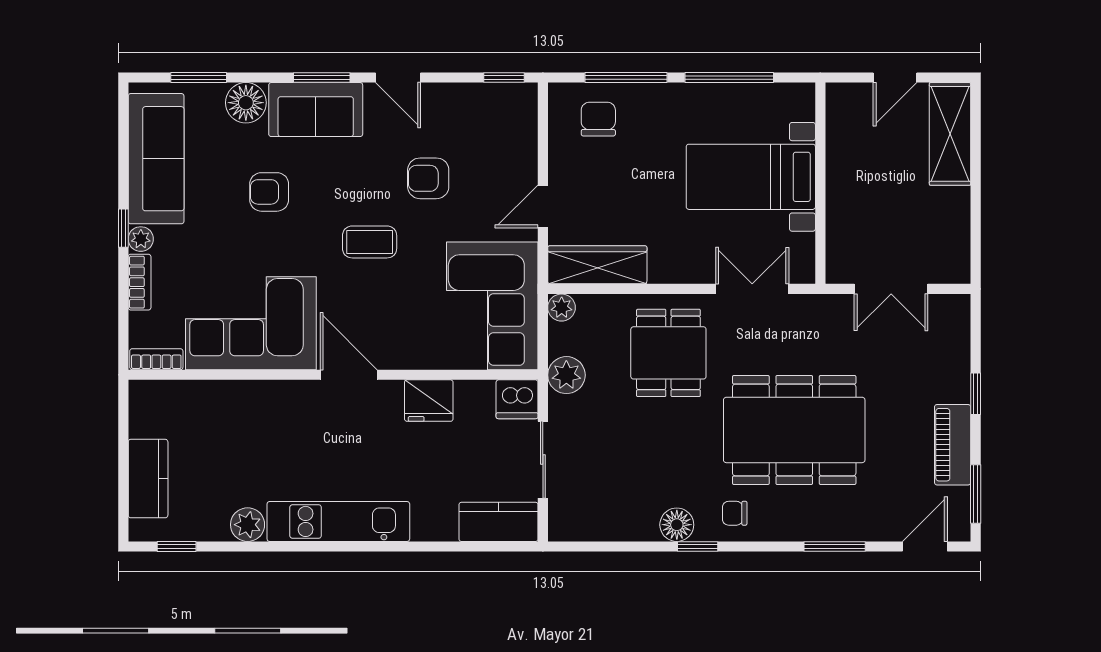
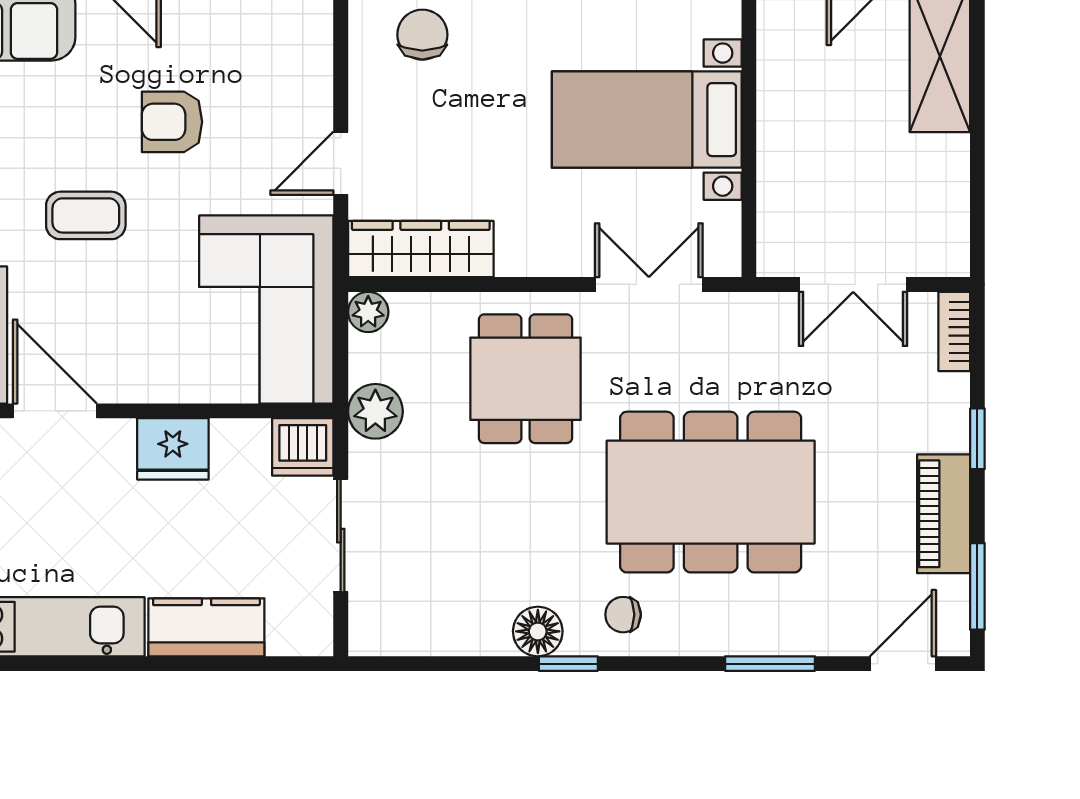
bookcase: (960, 321) -> (954, 331), added
kitchen counter: (498, 522) -> (206, 627), moved

